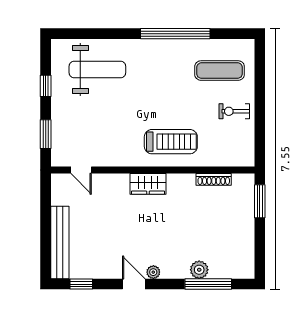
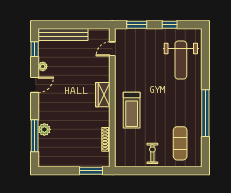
plant: (153, 272) -> (43, 66), moved

